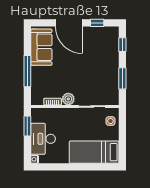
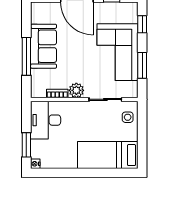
sofa: (41, 47) -> (44, 46), moved
corner sofa: (102, 68) -> (117, 52), added
window: (27, 126) -> (26, 145), moved
desk: (43, 139) -> (46, 120), moved

